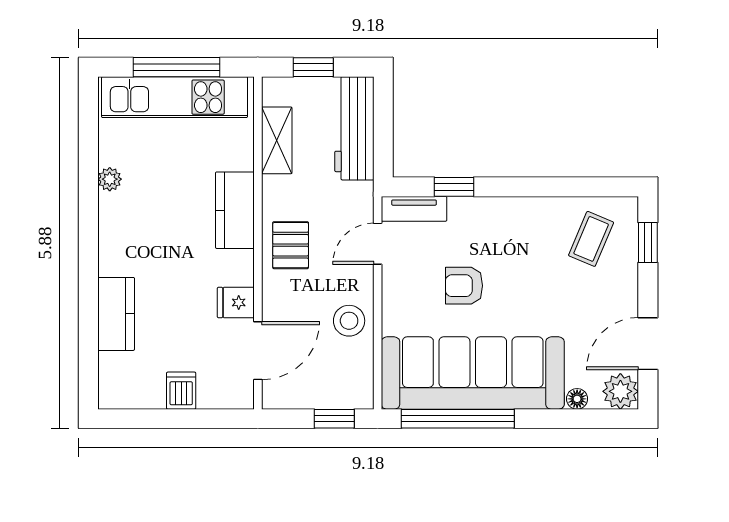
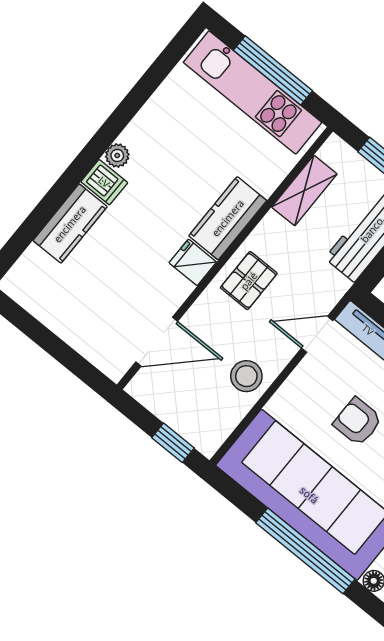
plant: (110, 179) -> (117, 155), moved
fridge: (236, 302) -> (193, 262), moved
dishwasher: (181, 391) -> (104, 182), moved, turned 90
window: (458, 419) -> (305, 551), moved

